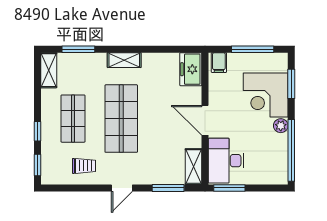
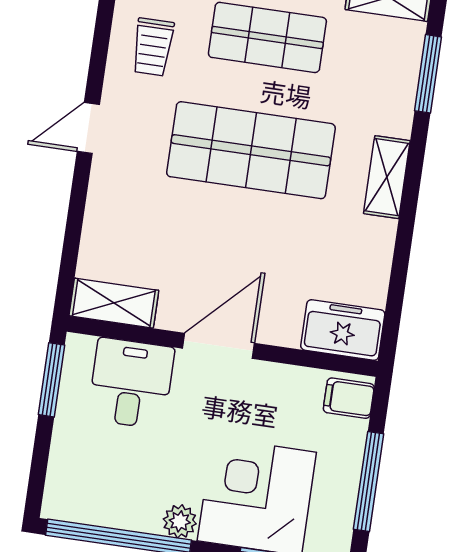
desk: (226, 161) -> (131, 383), width x0.73
door: (122, 188) -> (88, 128), hinge flipped
window: (168, 188) -> (72, 236), removed

